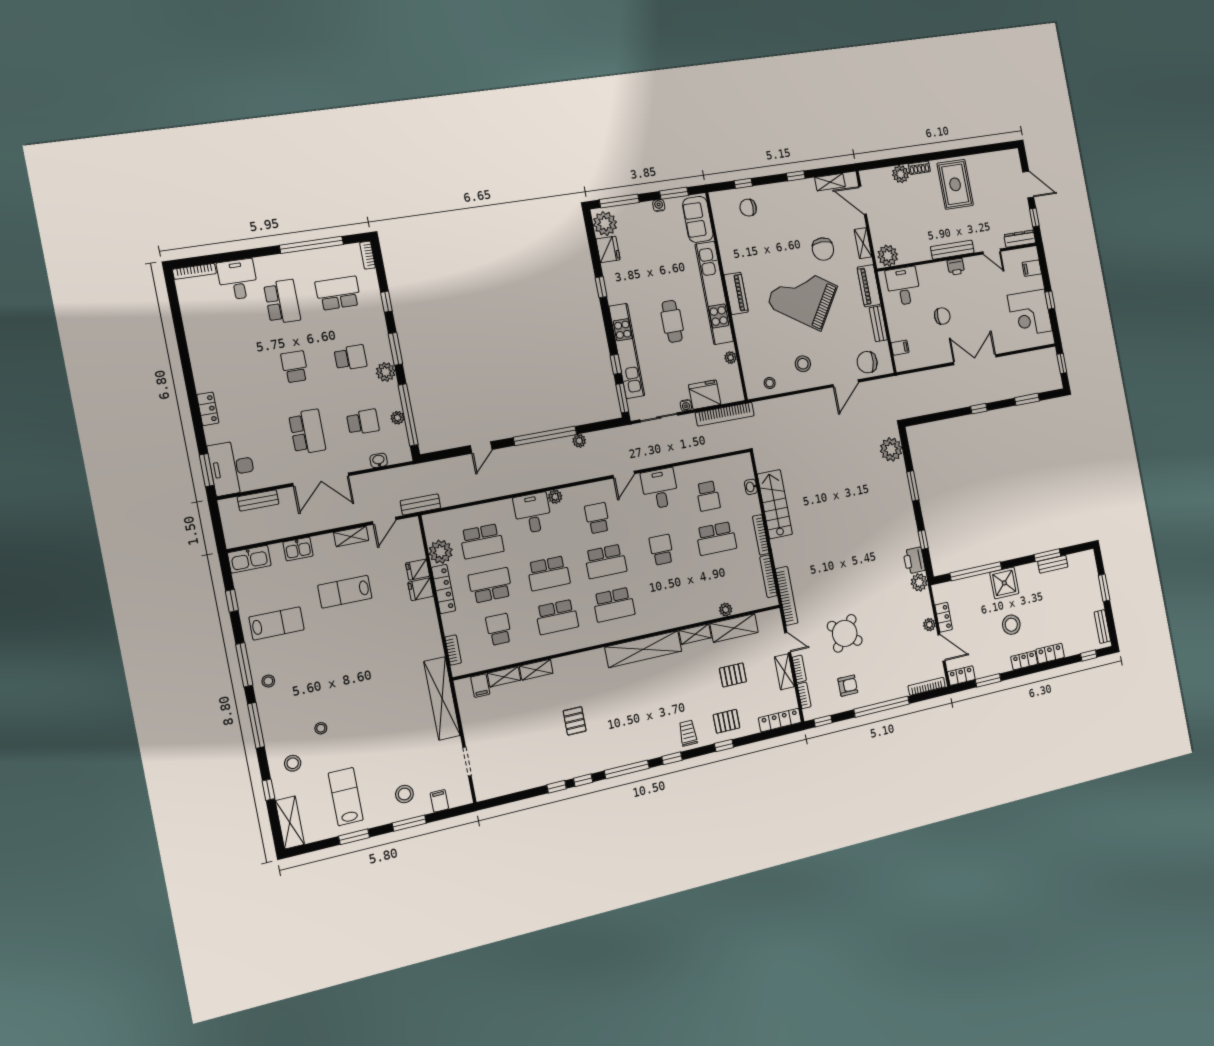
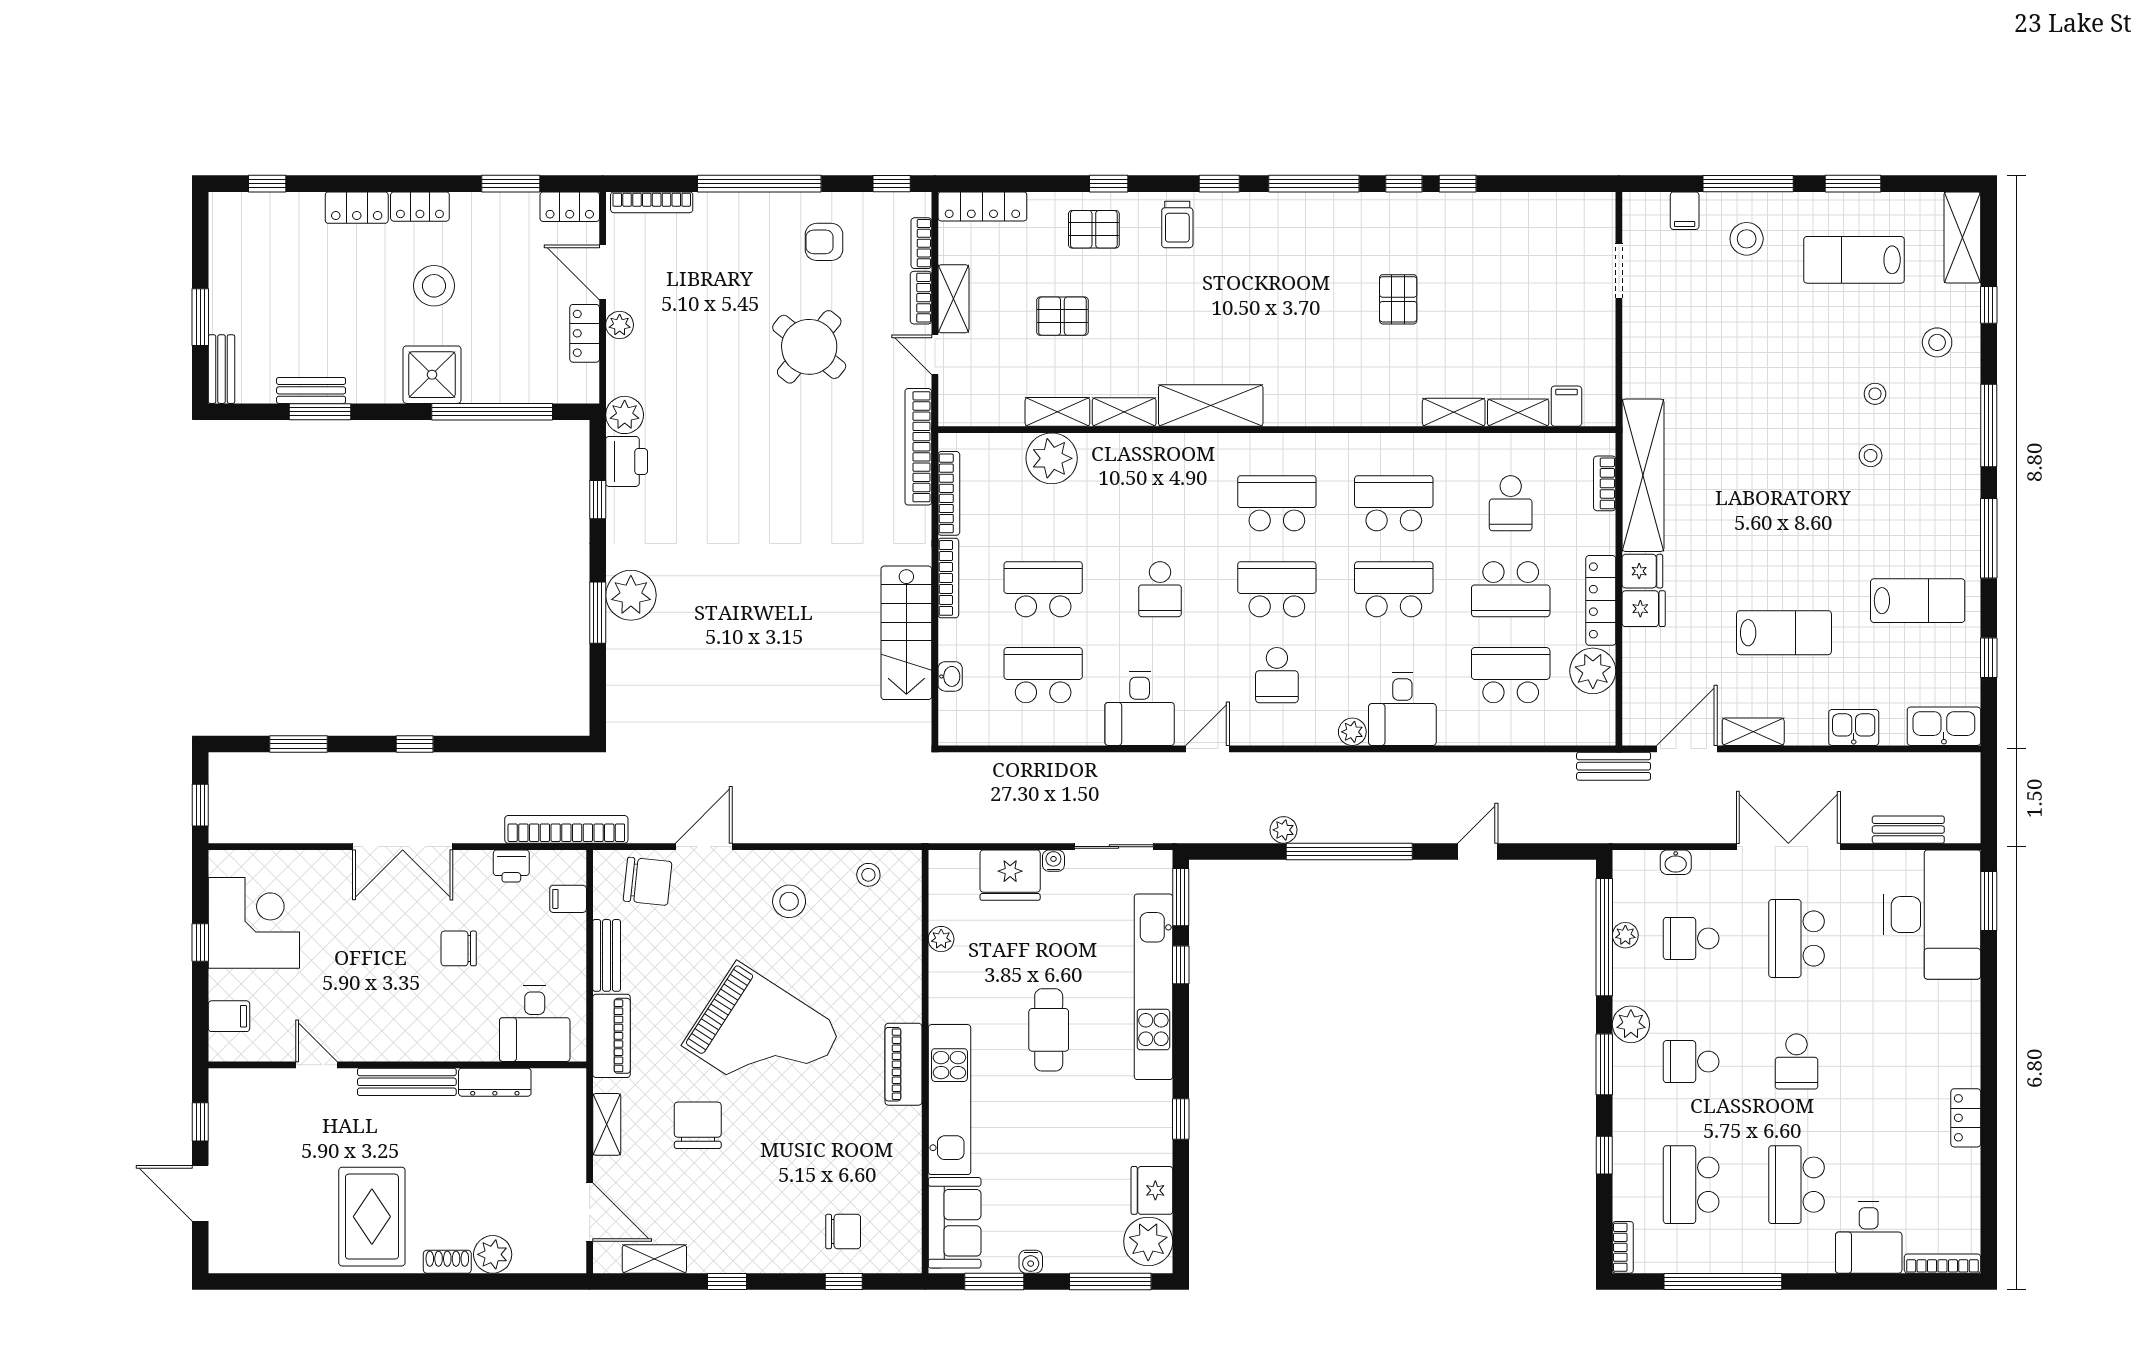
dresser: (1020, 239) -> (495, 1082), moved
plant: (888, 256) -> (556, 1091), removed
printer: (956, 267) -> (511, 866), moved, turned 180
school desk: (338, 293) -> (1691, 1185), turned 90
kitchen unit: (714, 293) -> (949, 1100), width x0.73
locker: (208, 409) -> (1966, 1118), moved
bookcase: (725, 414) -> (566, 829), moved
plant: (891, 449) -> (631, 595), moved
desk: (232, 468) -> (1932, 915), width x1.36, depth x1.30
school desk: (708, 496) -> (1043, 675), width x1.85
door: (384, 521) -> (1687, 749), width x1.38
fridge: (418, 570) -> (1642, 571), moved
plant: (726, 610) -> (1052, 458), width x1.87, depth x1.87
lab bench: (277, 623) -> (1918, 601), turned 180
bench: (1102, 627) -> (222, 369), moved
shelving: (734, 628) -> (1057, 412), width x0.67, depth x0.75
shelving: (643, 649) -> (1211, 405), width x0.68
stool: (268, 681) -> (1871, 456), moved
shelving: (442, 698) -> (1643, 475), moved
lab bench: (346, 797) -> (1854, 260), turned 90
window: (409, 823) -> (1748, 184), width x1.44

